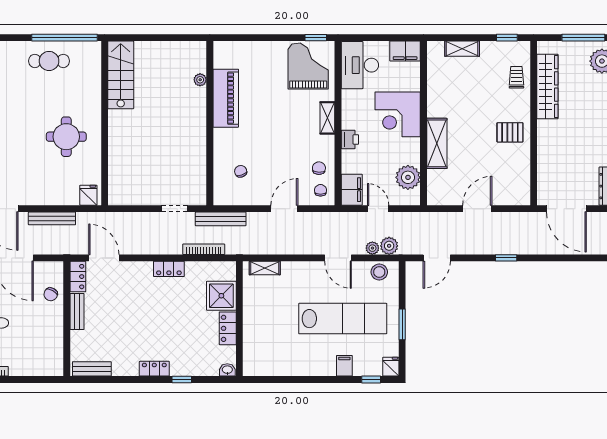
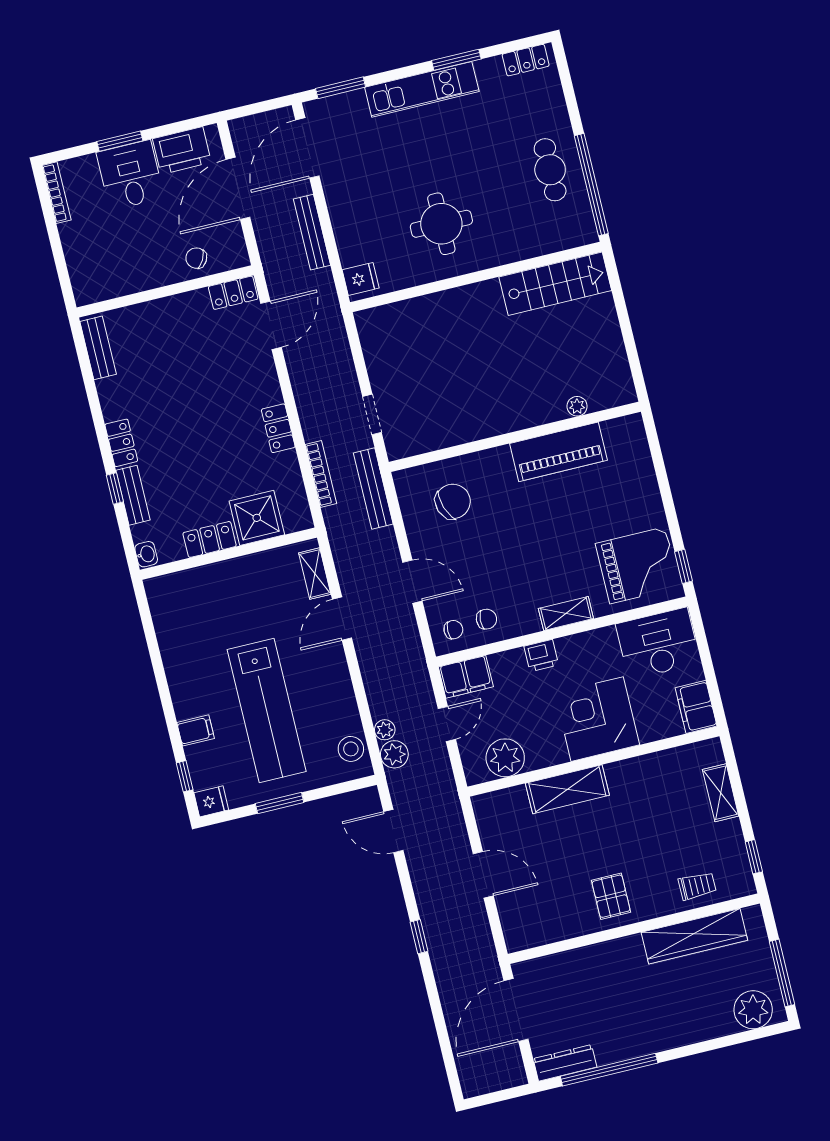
chair: (241, 171) -> (453, 501), width x1.87, depth x1.87
door: (338, 258) -> (342, 619), moved
bench: (77, 311) -> (133, 495), moved, turned 90

